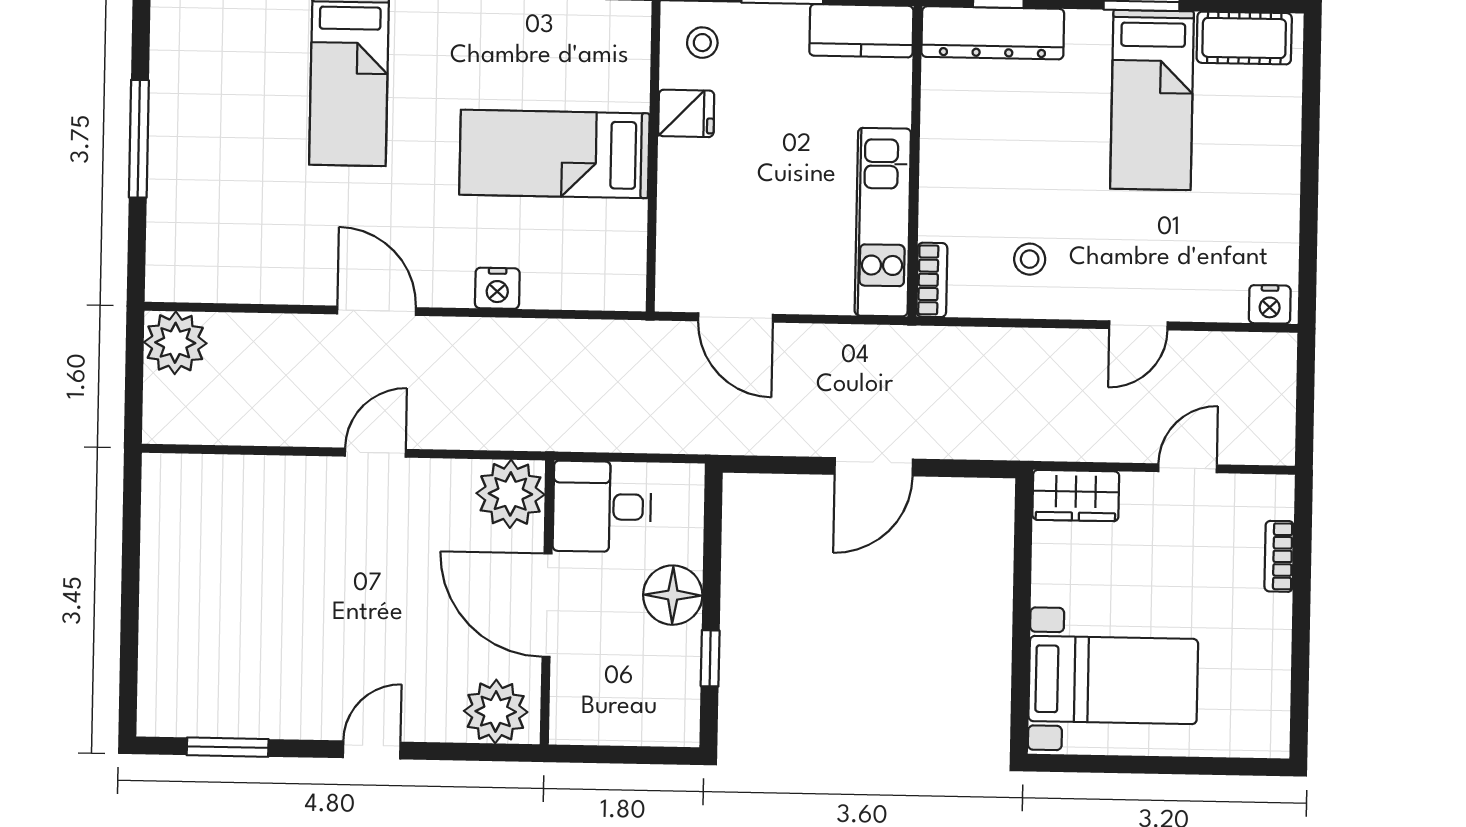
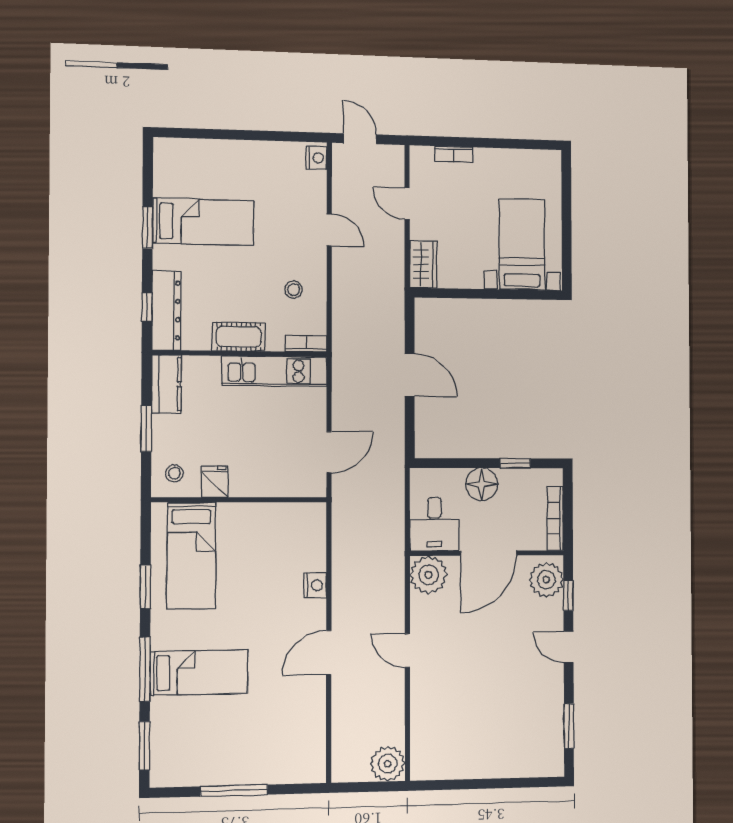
cot: (1244, 38) -> (239, 337), moved, turned 90
bed: (554, 154) -> (191, 556), moved
plant: (175, 343) -> (388, 764), moved
door: (1306, 384) -> (360, 139), added
bookcase: (607, 731) -> (555, 518), added
window: (466, 752) -> (568, 595), added

